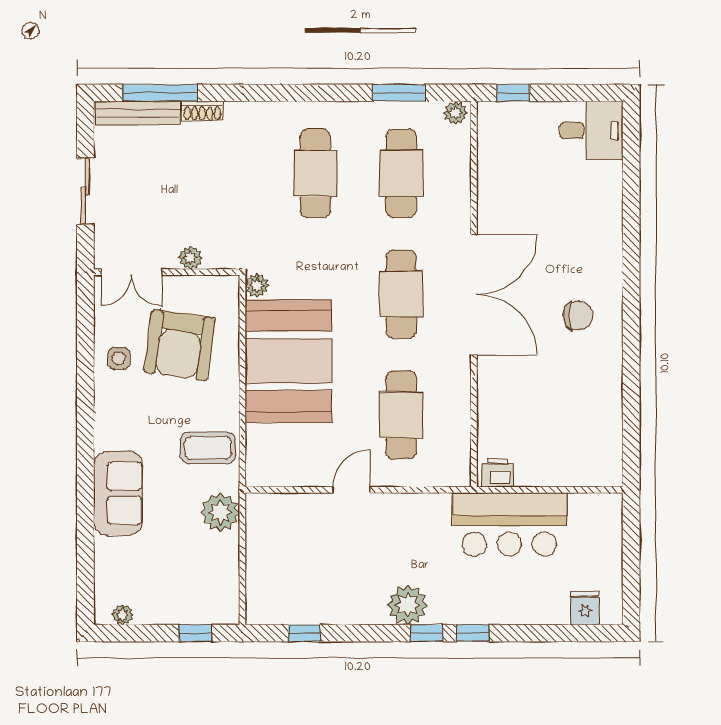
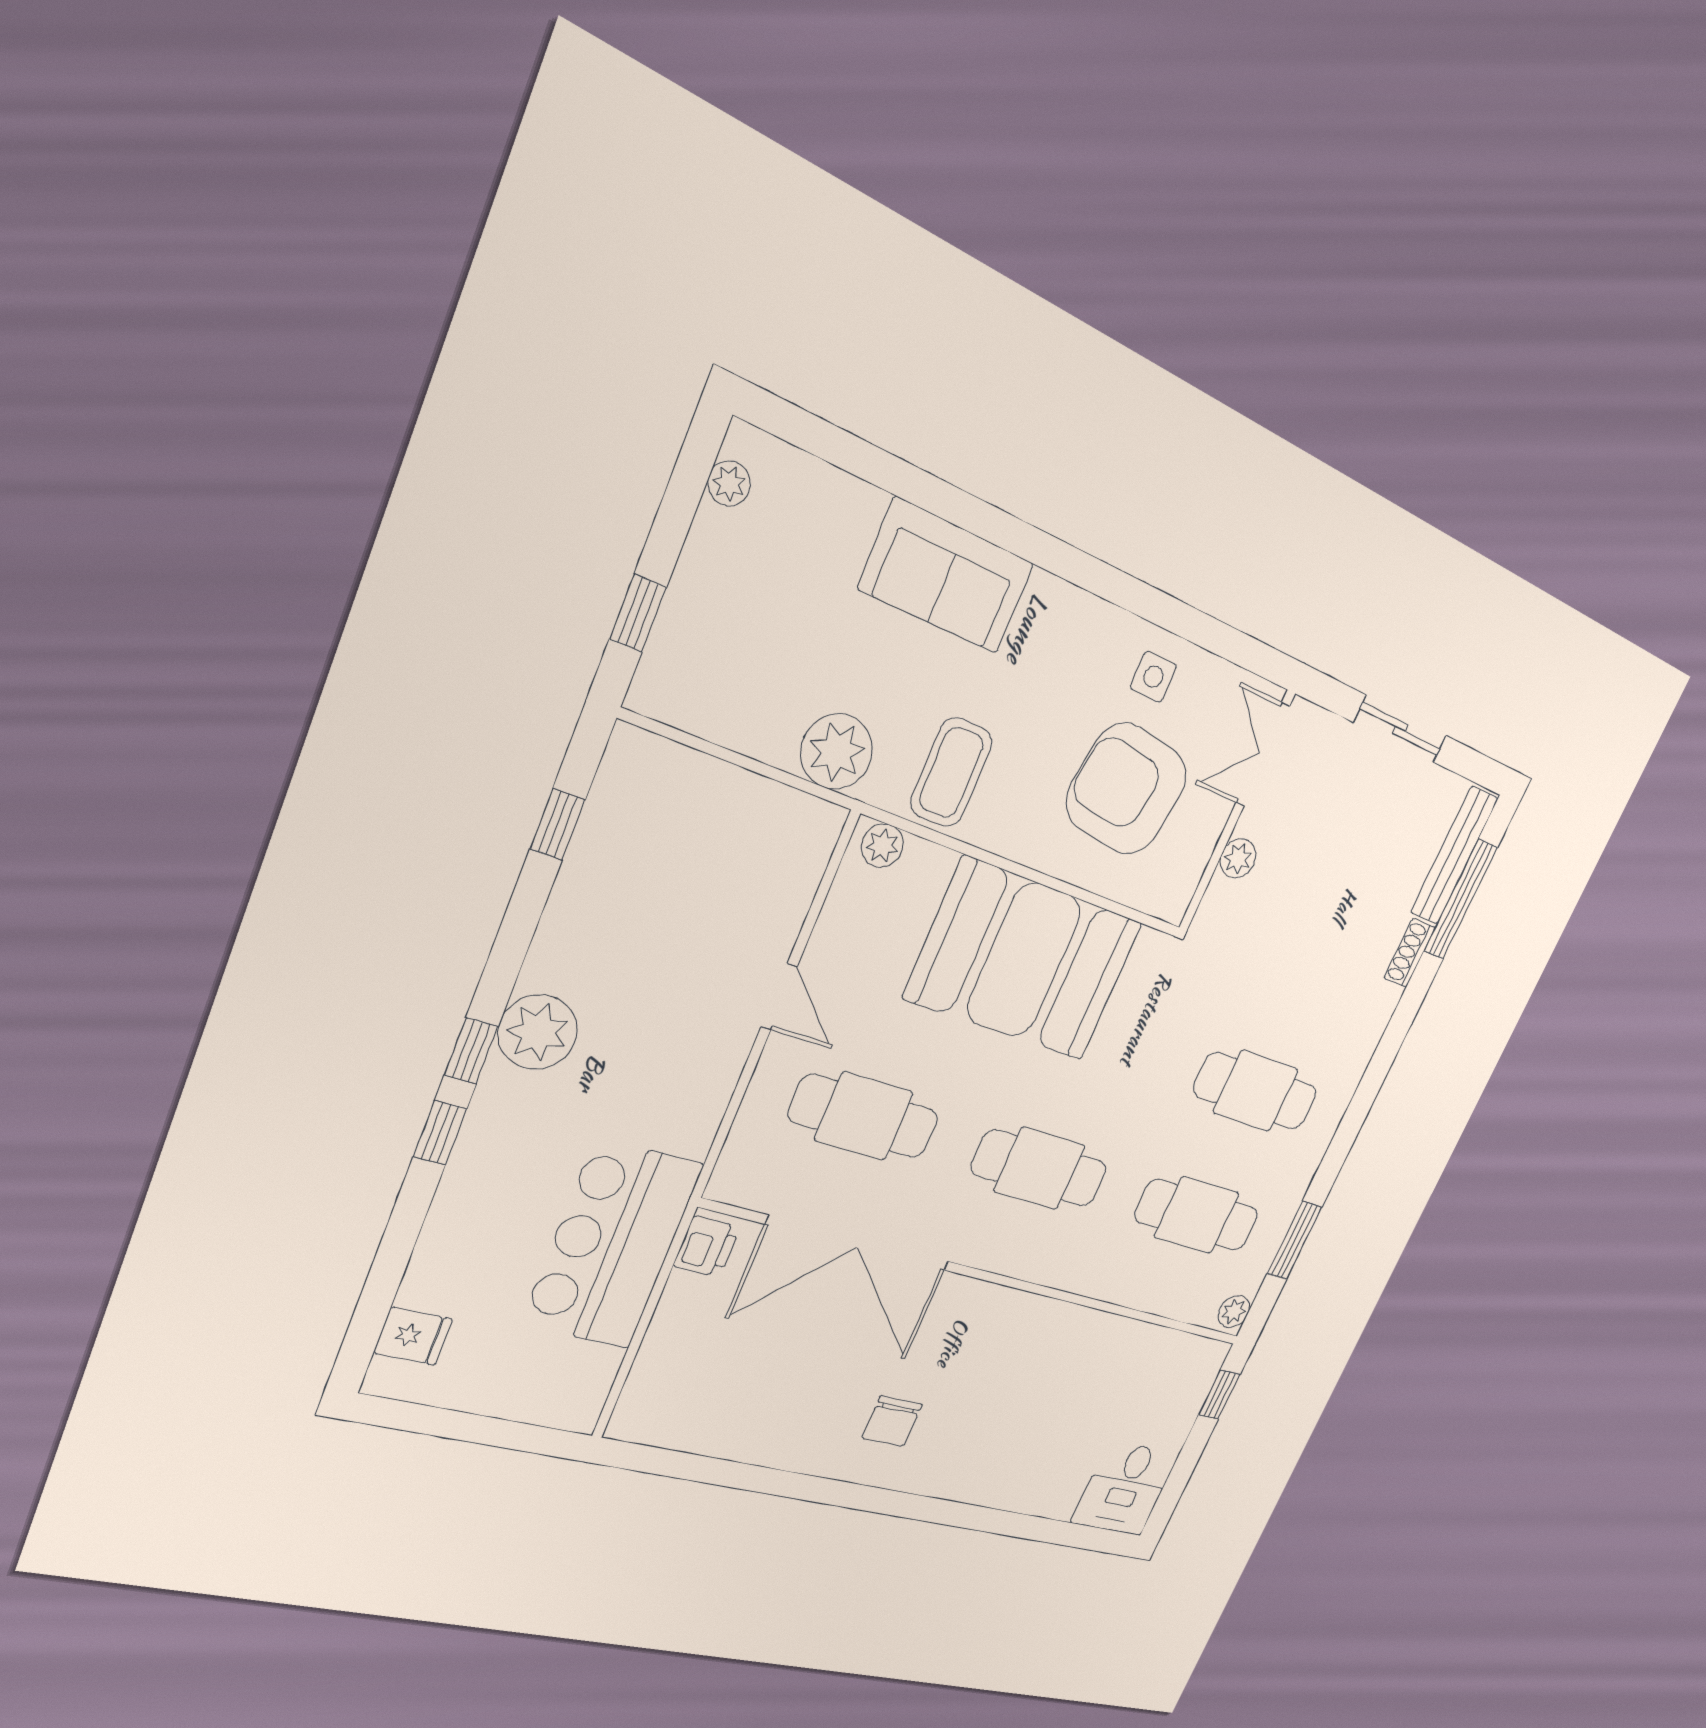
plant: (257, 285) -> (882, 846), moved
double door: (474, 294) -> (859, 1243), moved

